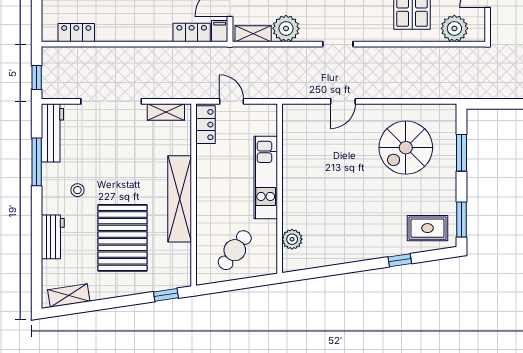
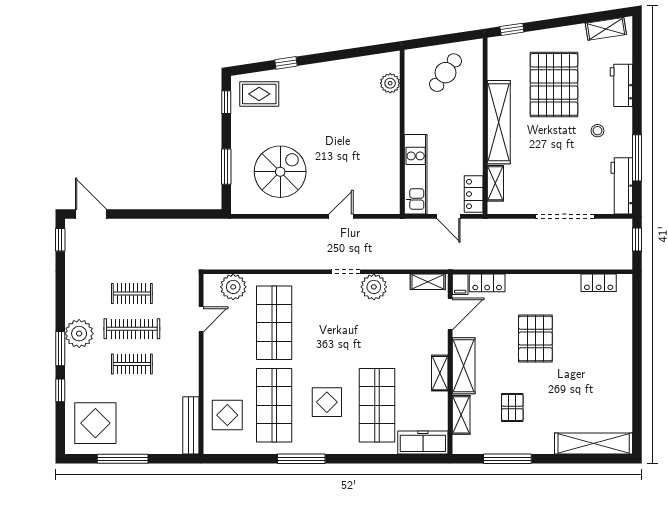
plant: (286, 28) -> (374, 287), moved
shelving: (166, 112) -> (495, 183), moved, turned 90
kitchen unit: (266, 177) -> (416, 174), moved
window: (461, 220) -> (226, 102), width x0.67

